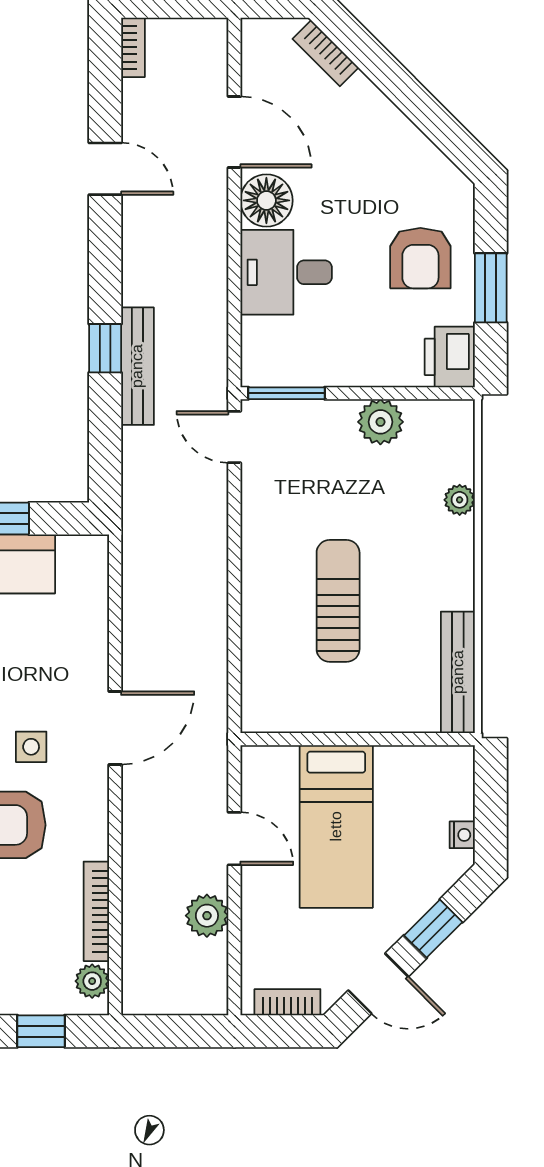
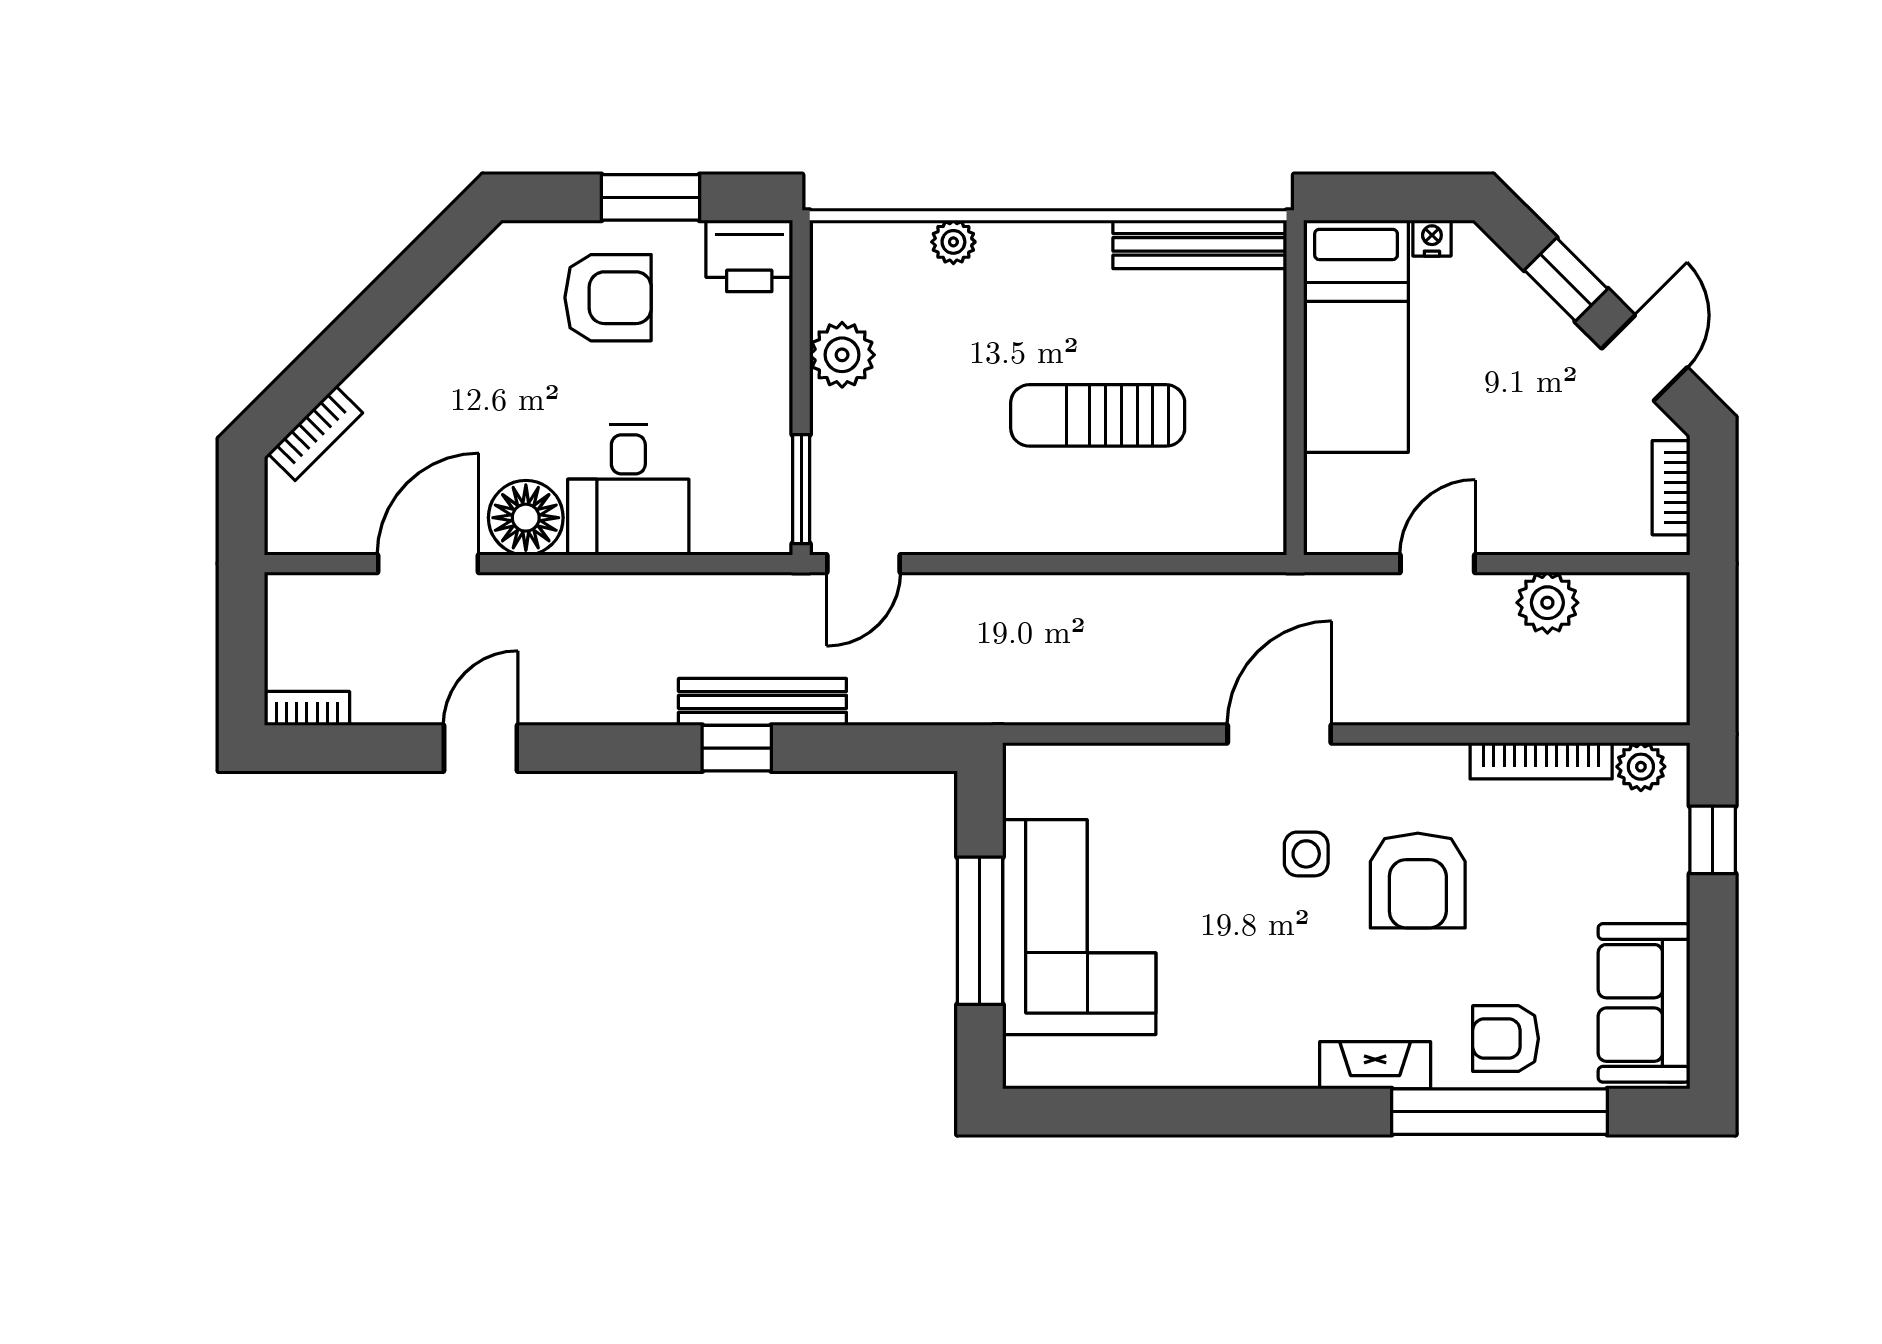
door: (115, 728) -> (1279, 734), hinge flipped
bed: (336, 826) -> (1356, 336), moved, turned 90

